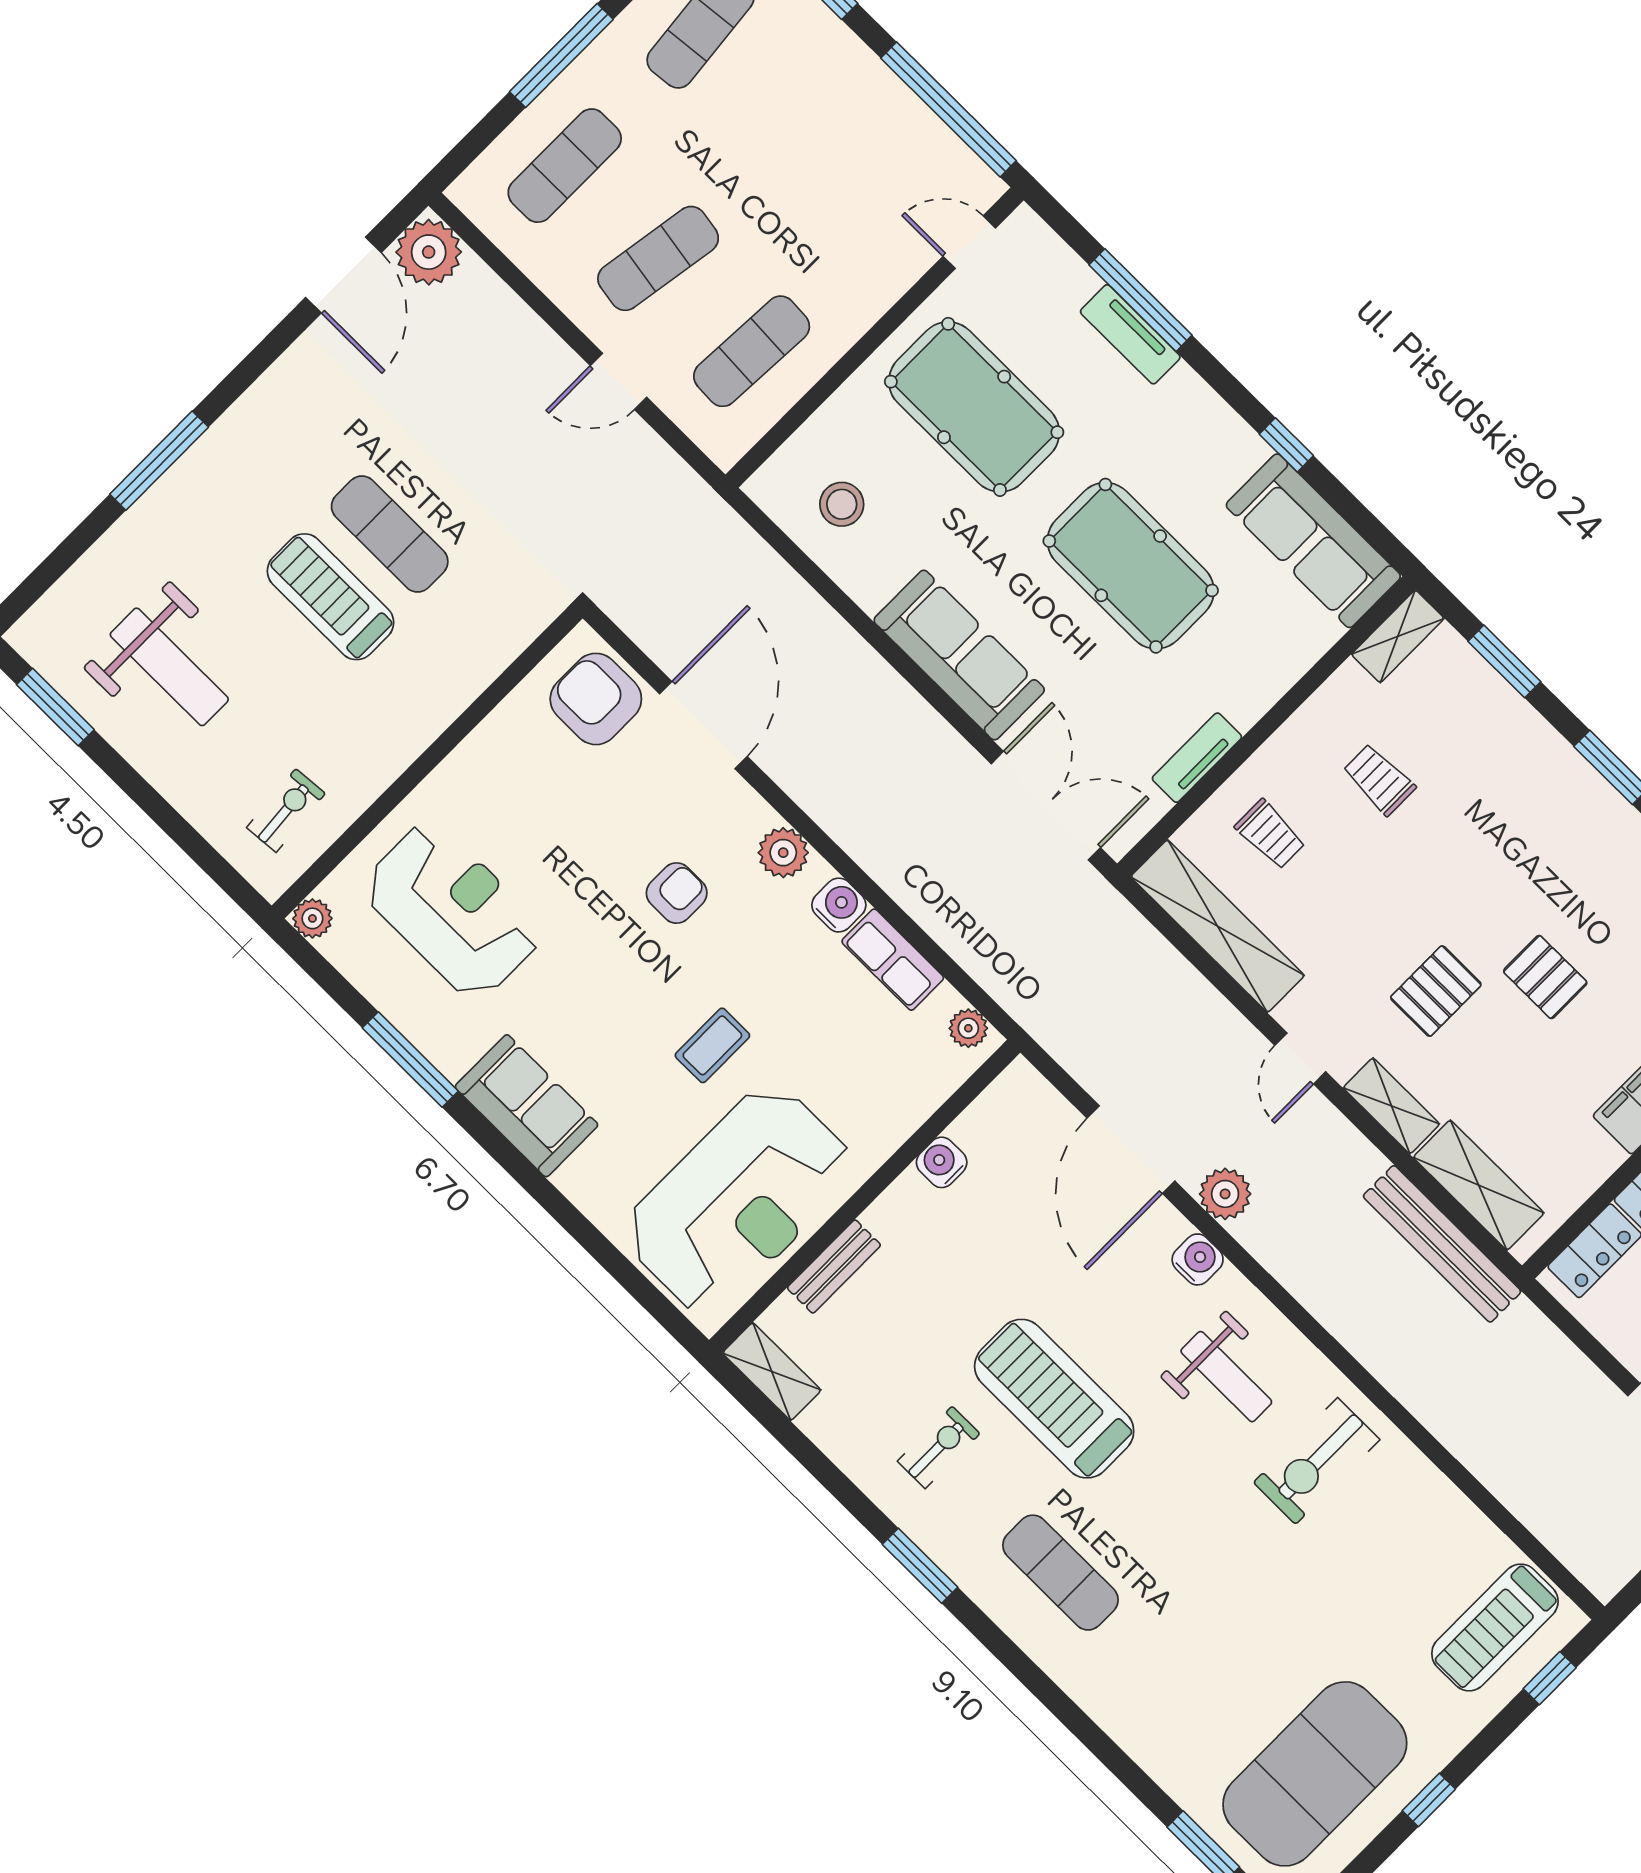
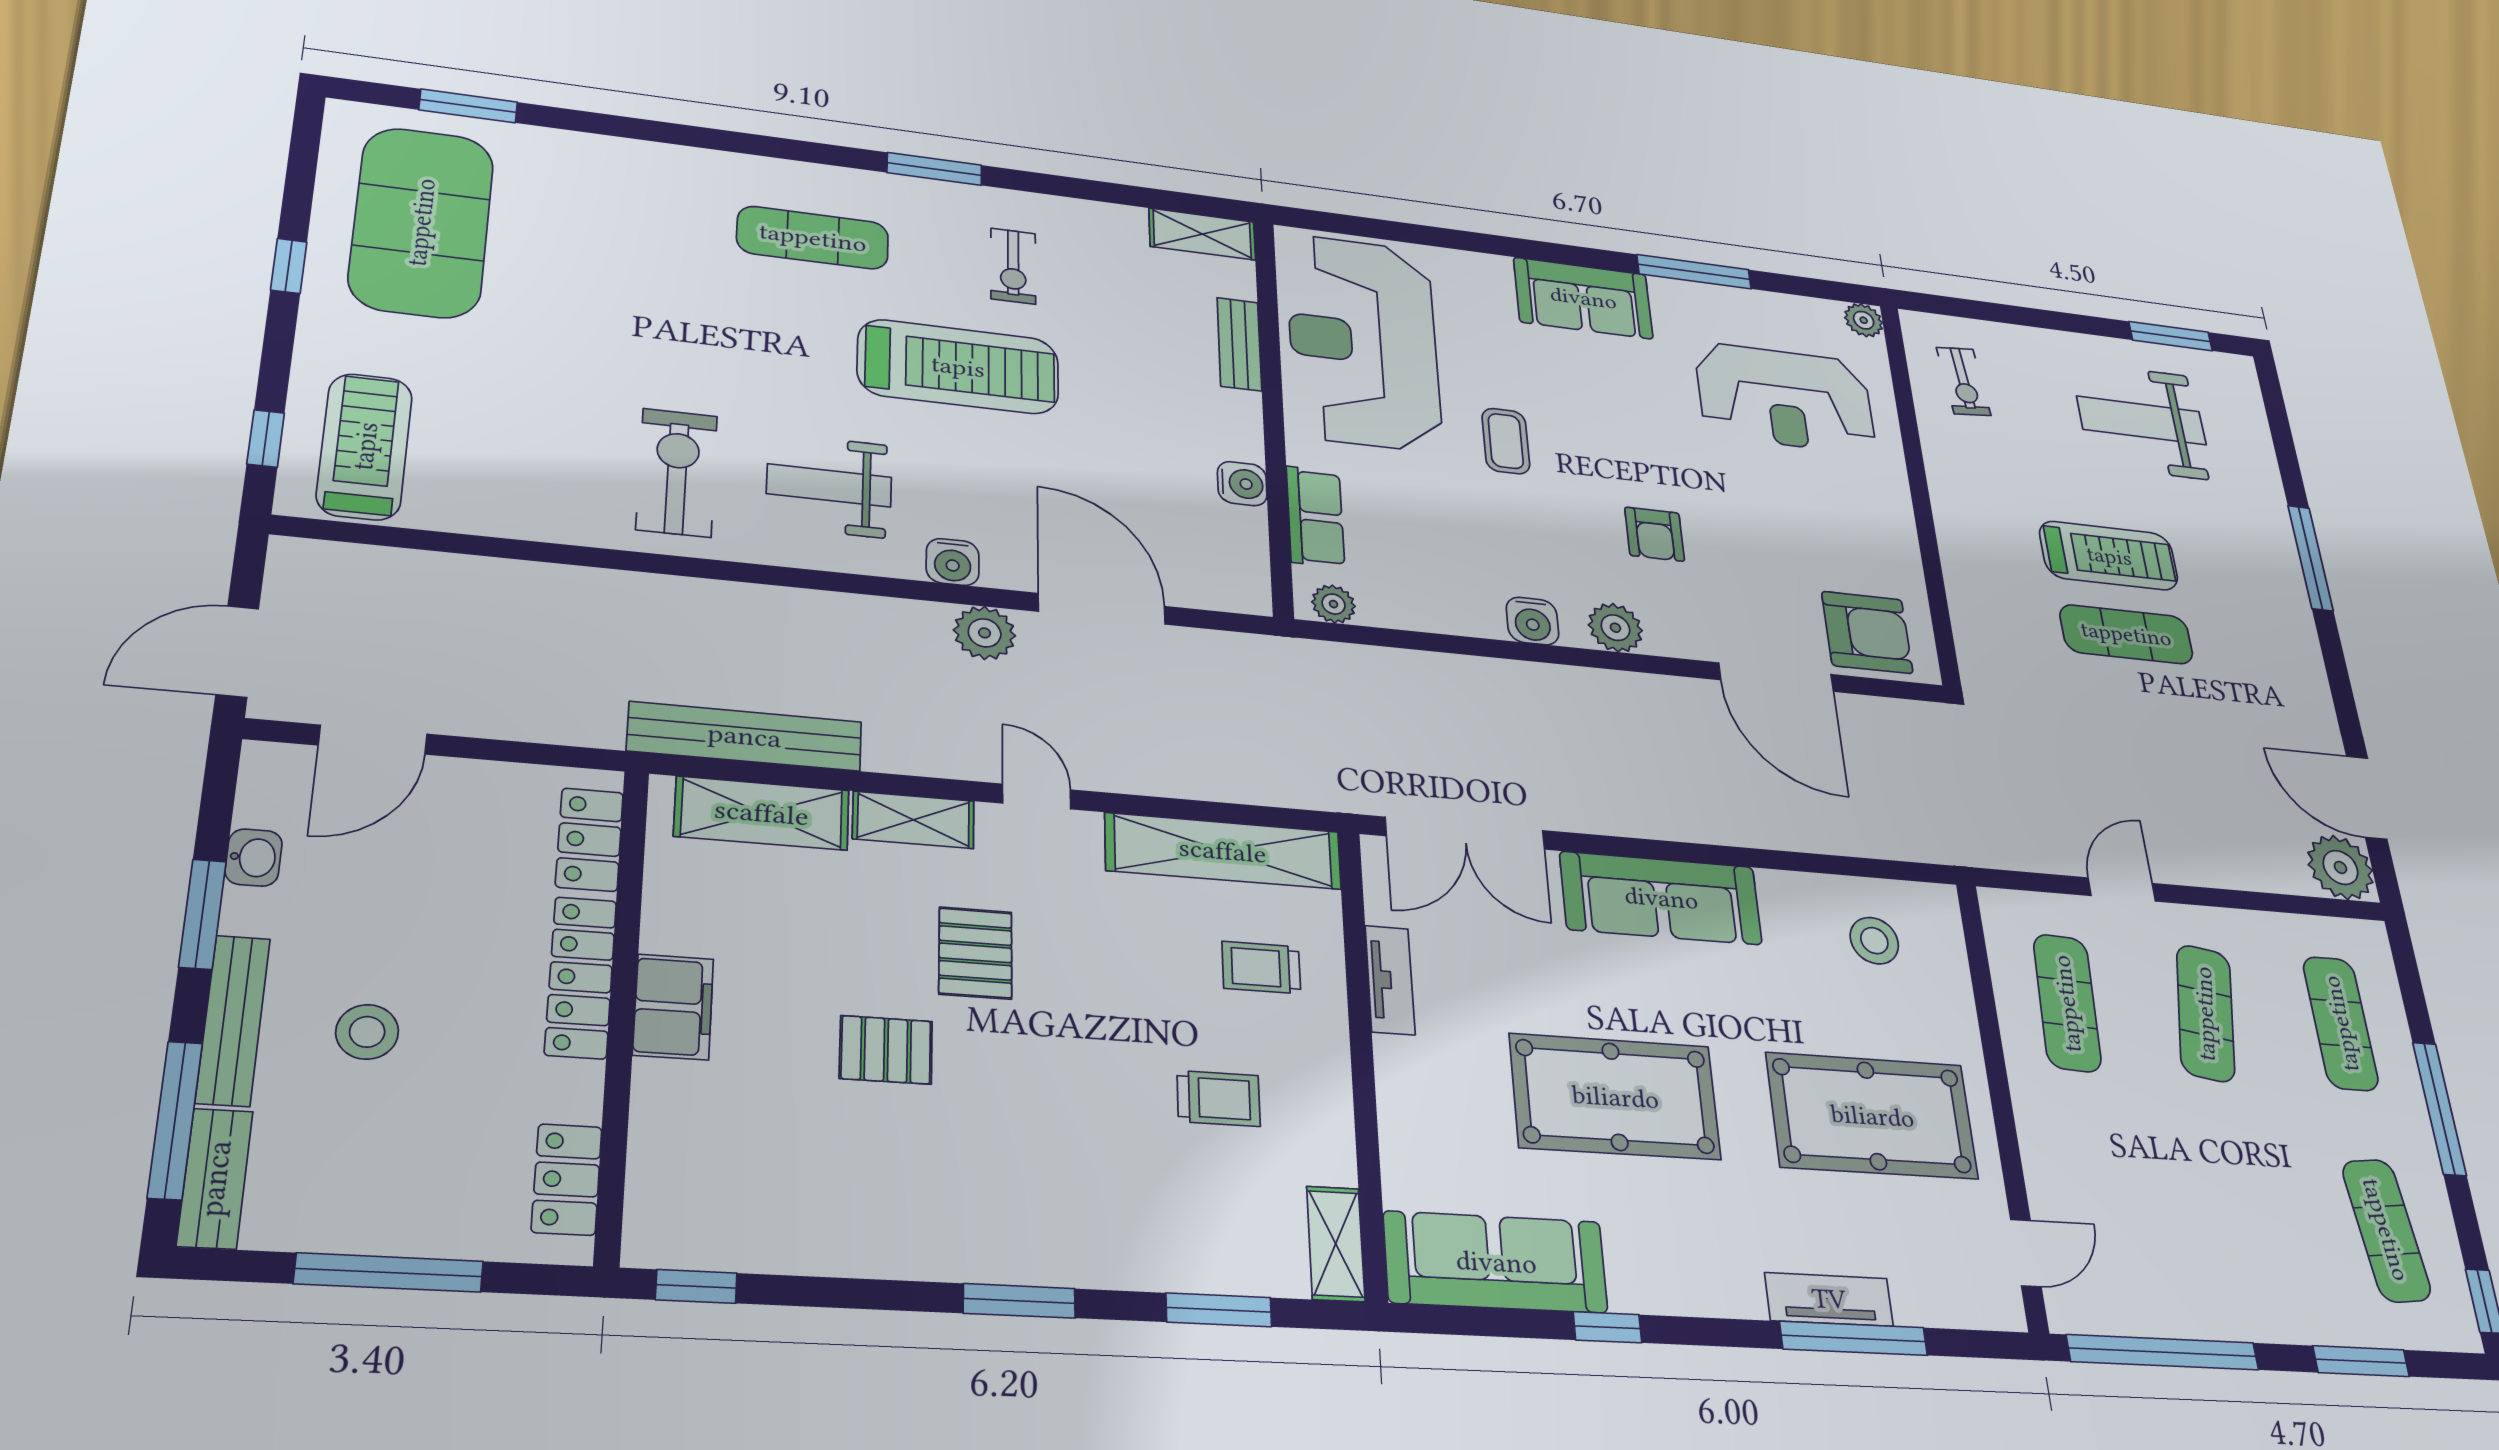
row of seats: (893, 960) -> (1315, 517), moved, turned 90

